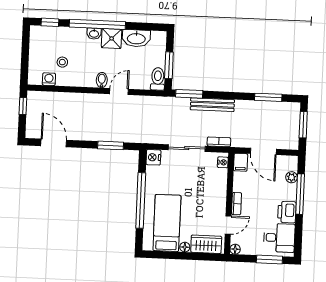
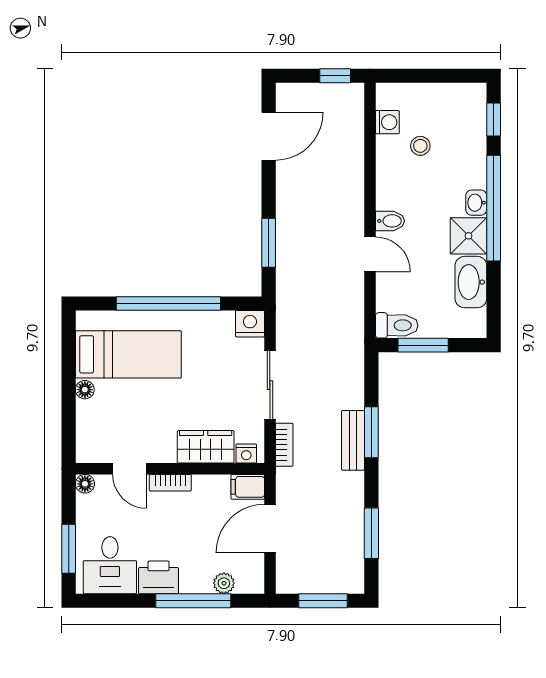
window: (189, 94) -> (371, 432), moved
bench: (212, 105) -> (353, 440), width x0.73
wardrobe: (206, 244) -> (206, 447), moved, turned -90

